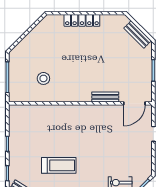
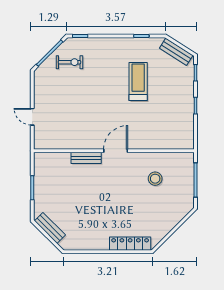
locker: (82, 20) -> (130, 244), moved
door: (134, 103) -> (116, 151), moved
treadmill: (59, 165) -> (138, 81), turned 90

